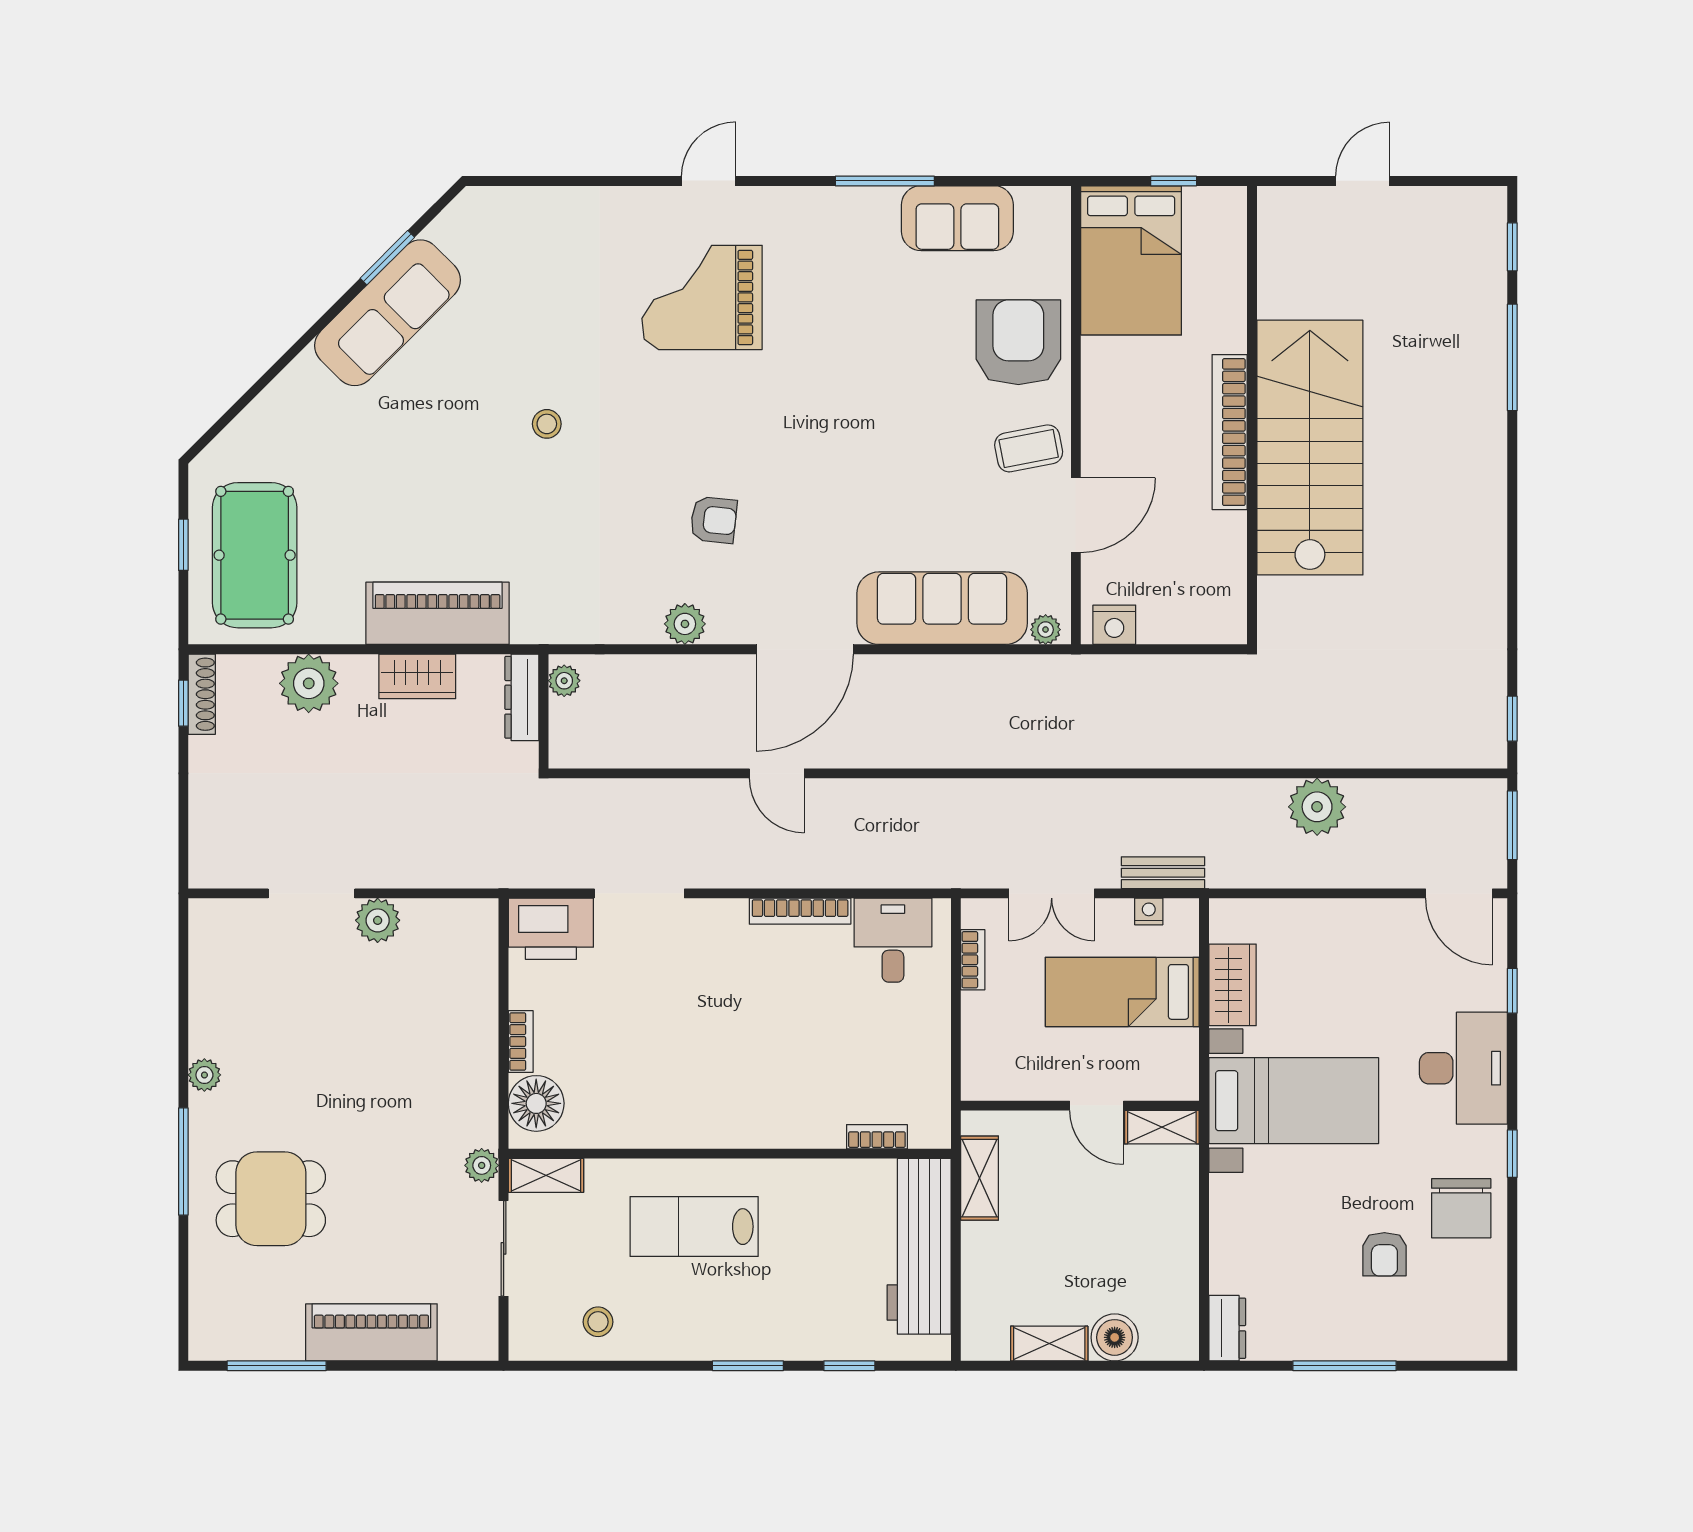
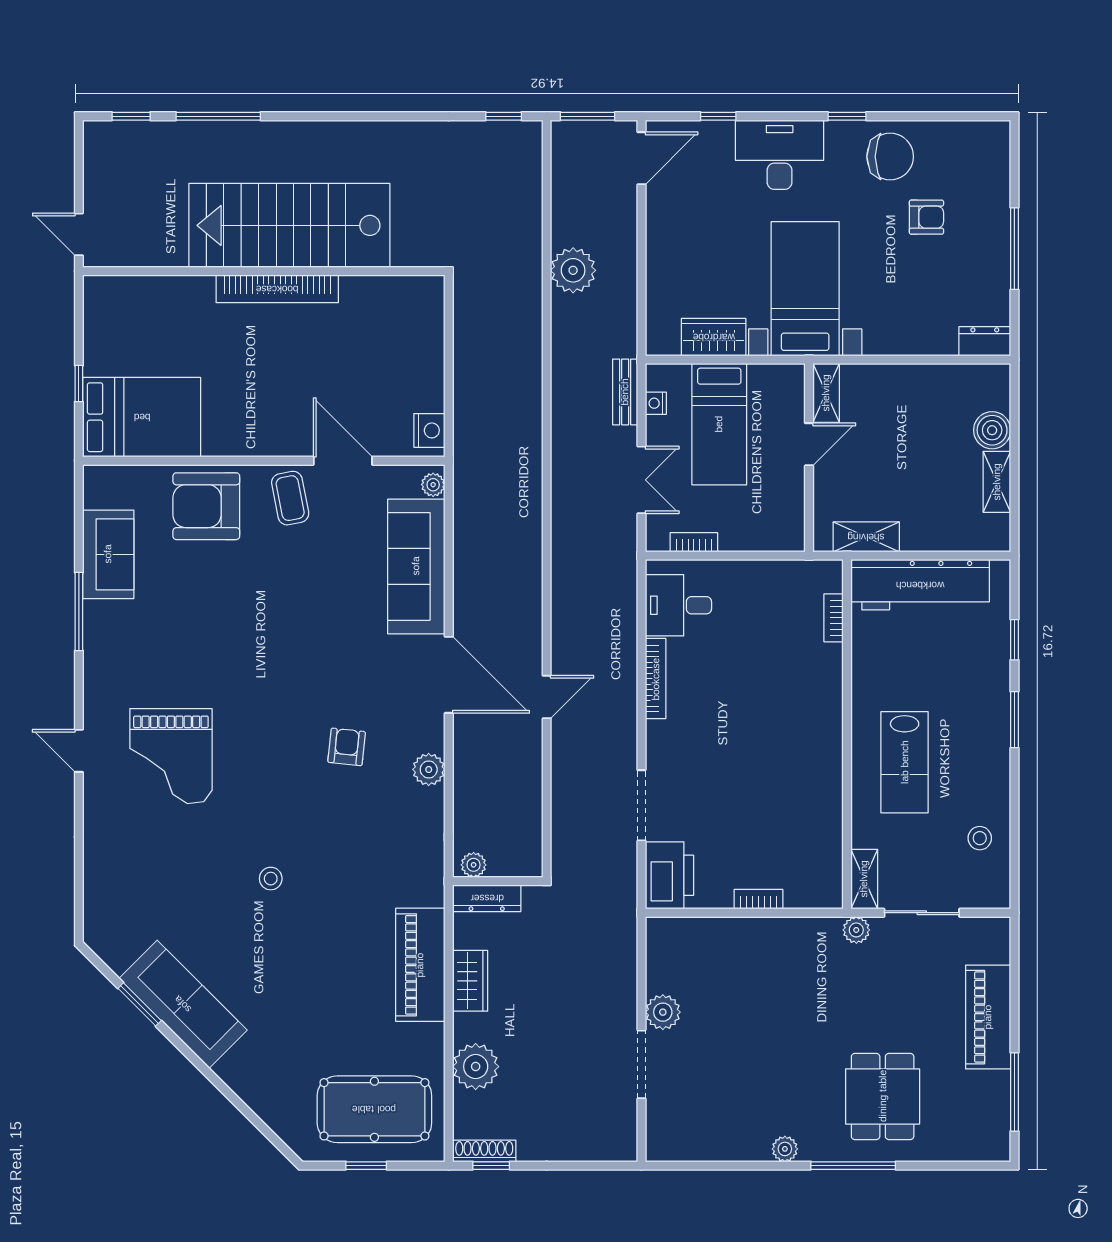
wall: (1252, 415) -> (264, 271), moved
bookcase: (1230, 432) -> (277, 289), moved
stairs: (1310, 448) -> (289, 225), moved
floor lamp: (536, 1103) -> (807, 887), removed

